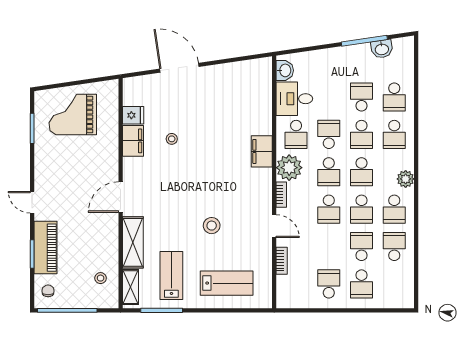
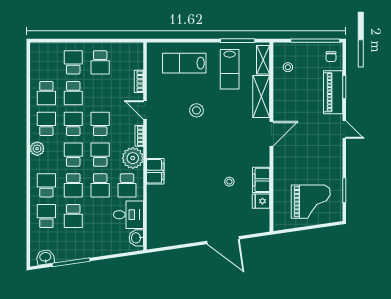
washbasin: (382, 49) -> (45, 257), moved
school desk: (296, 134) -> (127, 185), turned 180
school desk: (362, 134) -> (73, 185), turned 180

